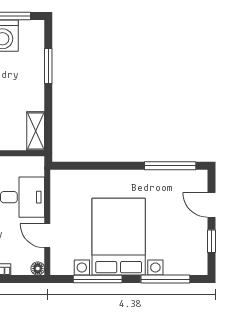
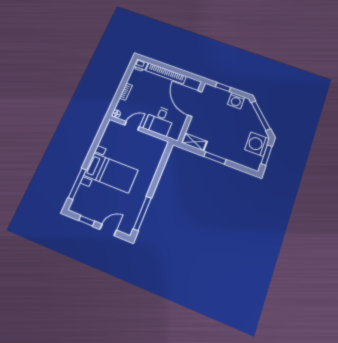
window: (48, 66) -> (215, 158), moved
bed with nightstands: (119, 237) -> (111, 173), width x0.73
window: (98, 279) -> (95, 144), removed

